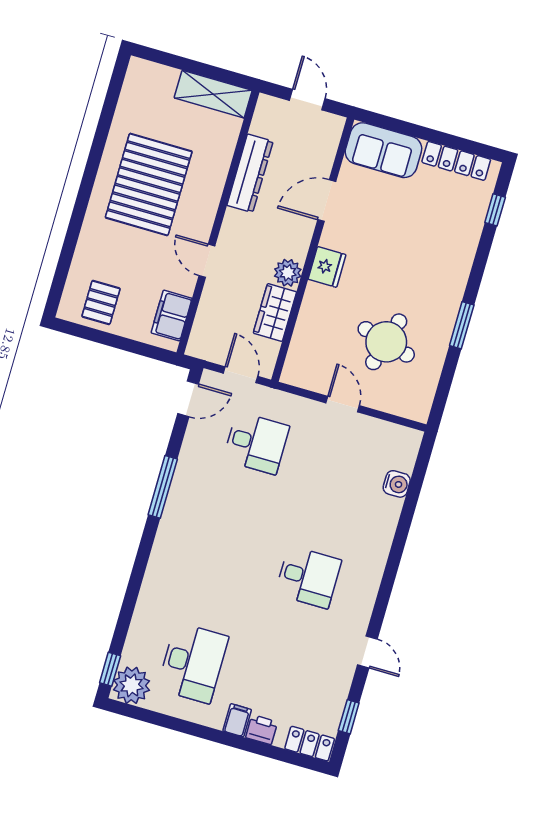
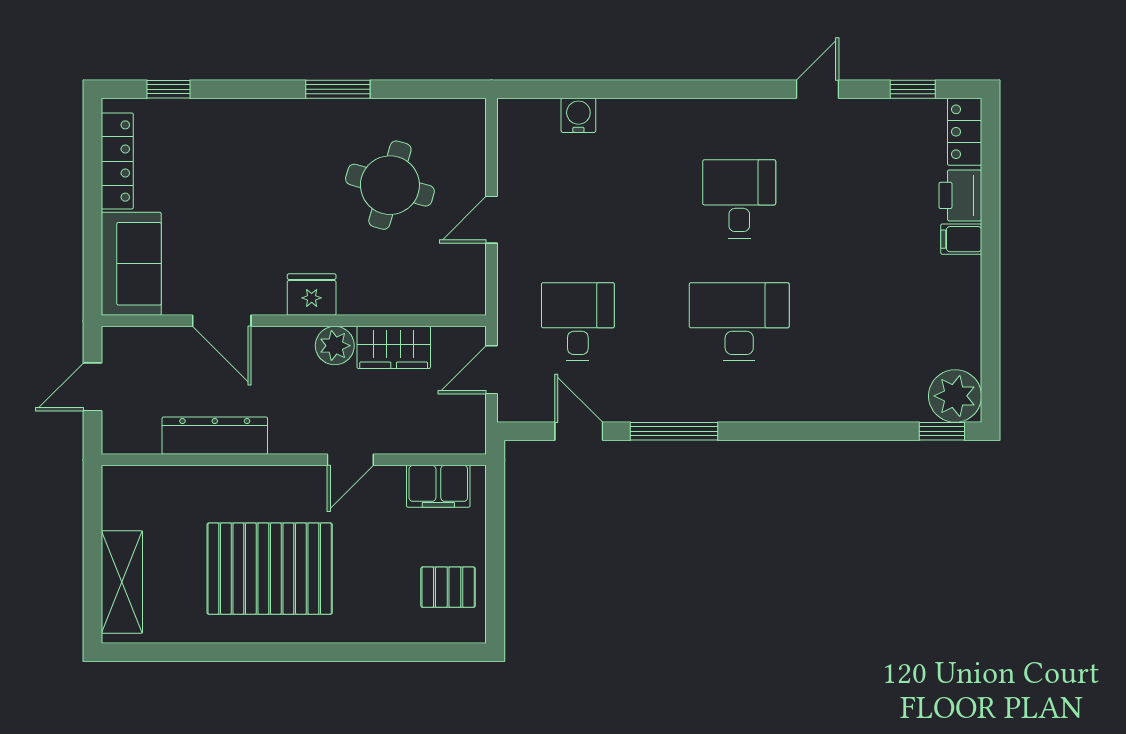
shelving: (213, 94) -> (122, 582), moved
door: (188, 399) -> (579, 431), moved
desk: (193, 663) -> (739, 322), moved
printer: (262, 730) -> (960, 195), width x1.36, depth x1.24

